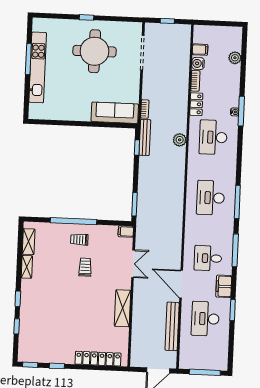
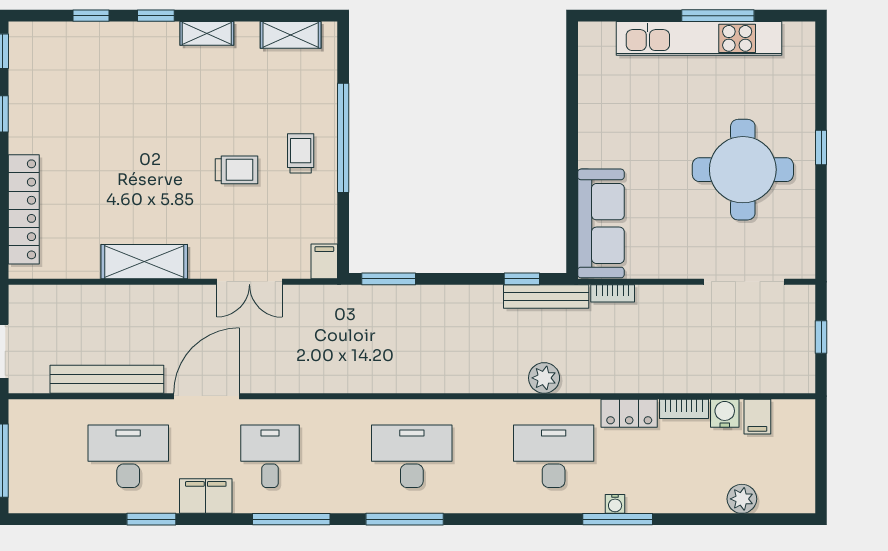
shelving: (27, 267) -> (207, 33), moved

